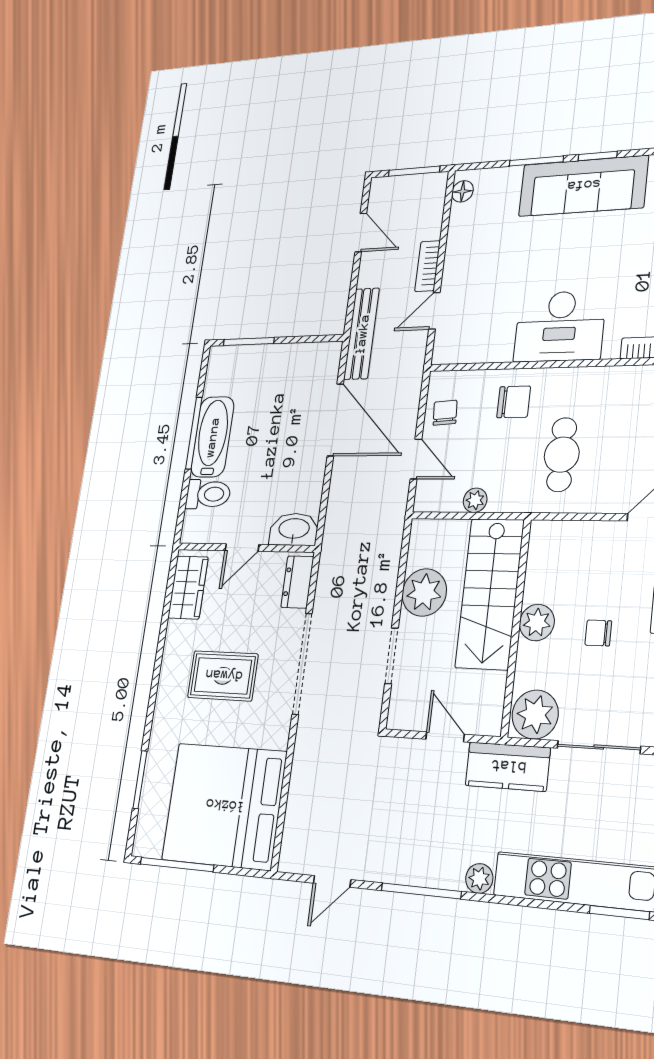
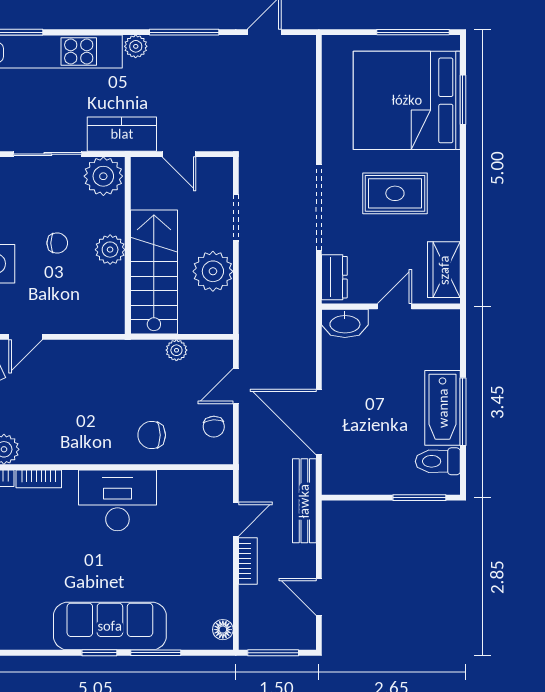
cafe table: (562, 455) -> (104, 389), removed
door: (416, 459) -> (236, 386), hinge flipped
toilet: (208, 494) -> (438, 461), moved
bed: (224, 806) -> (407, 100), moved, turned 180

